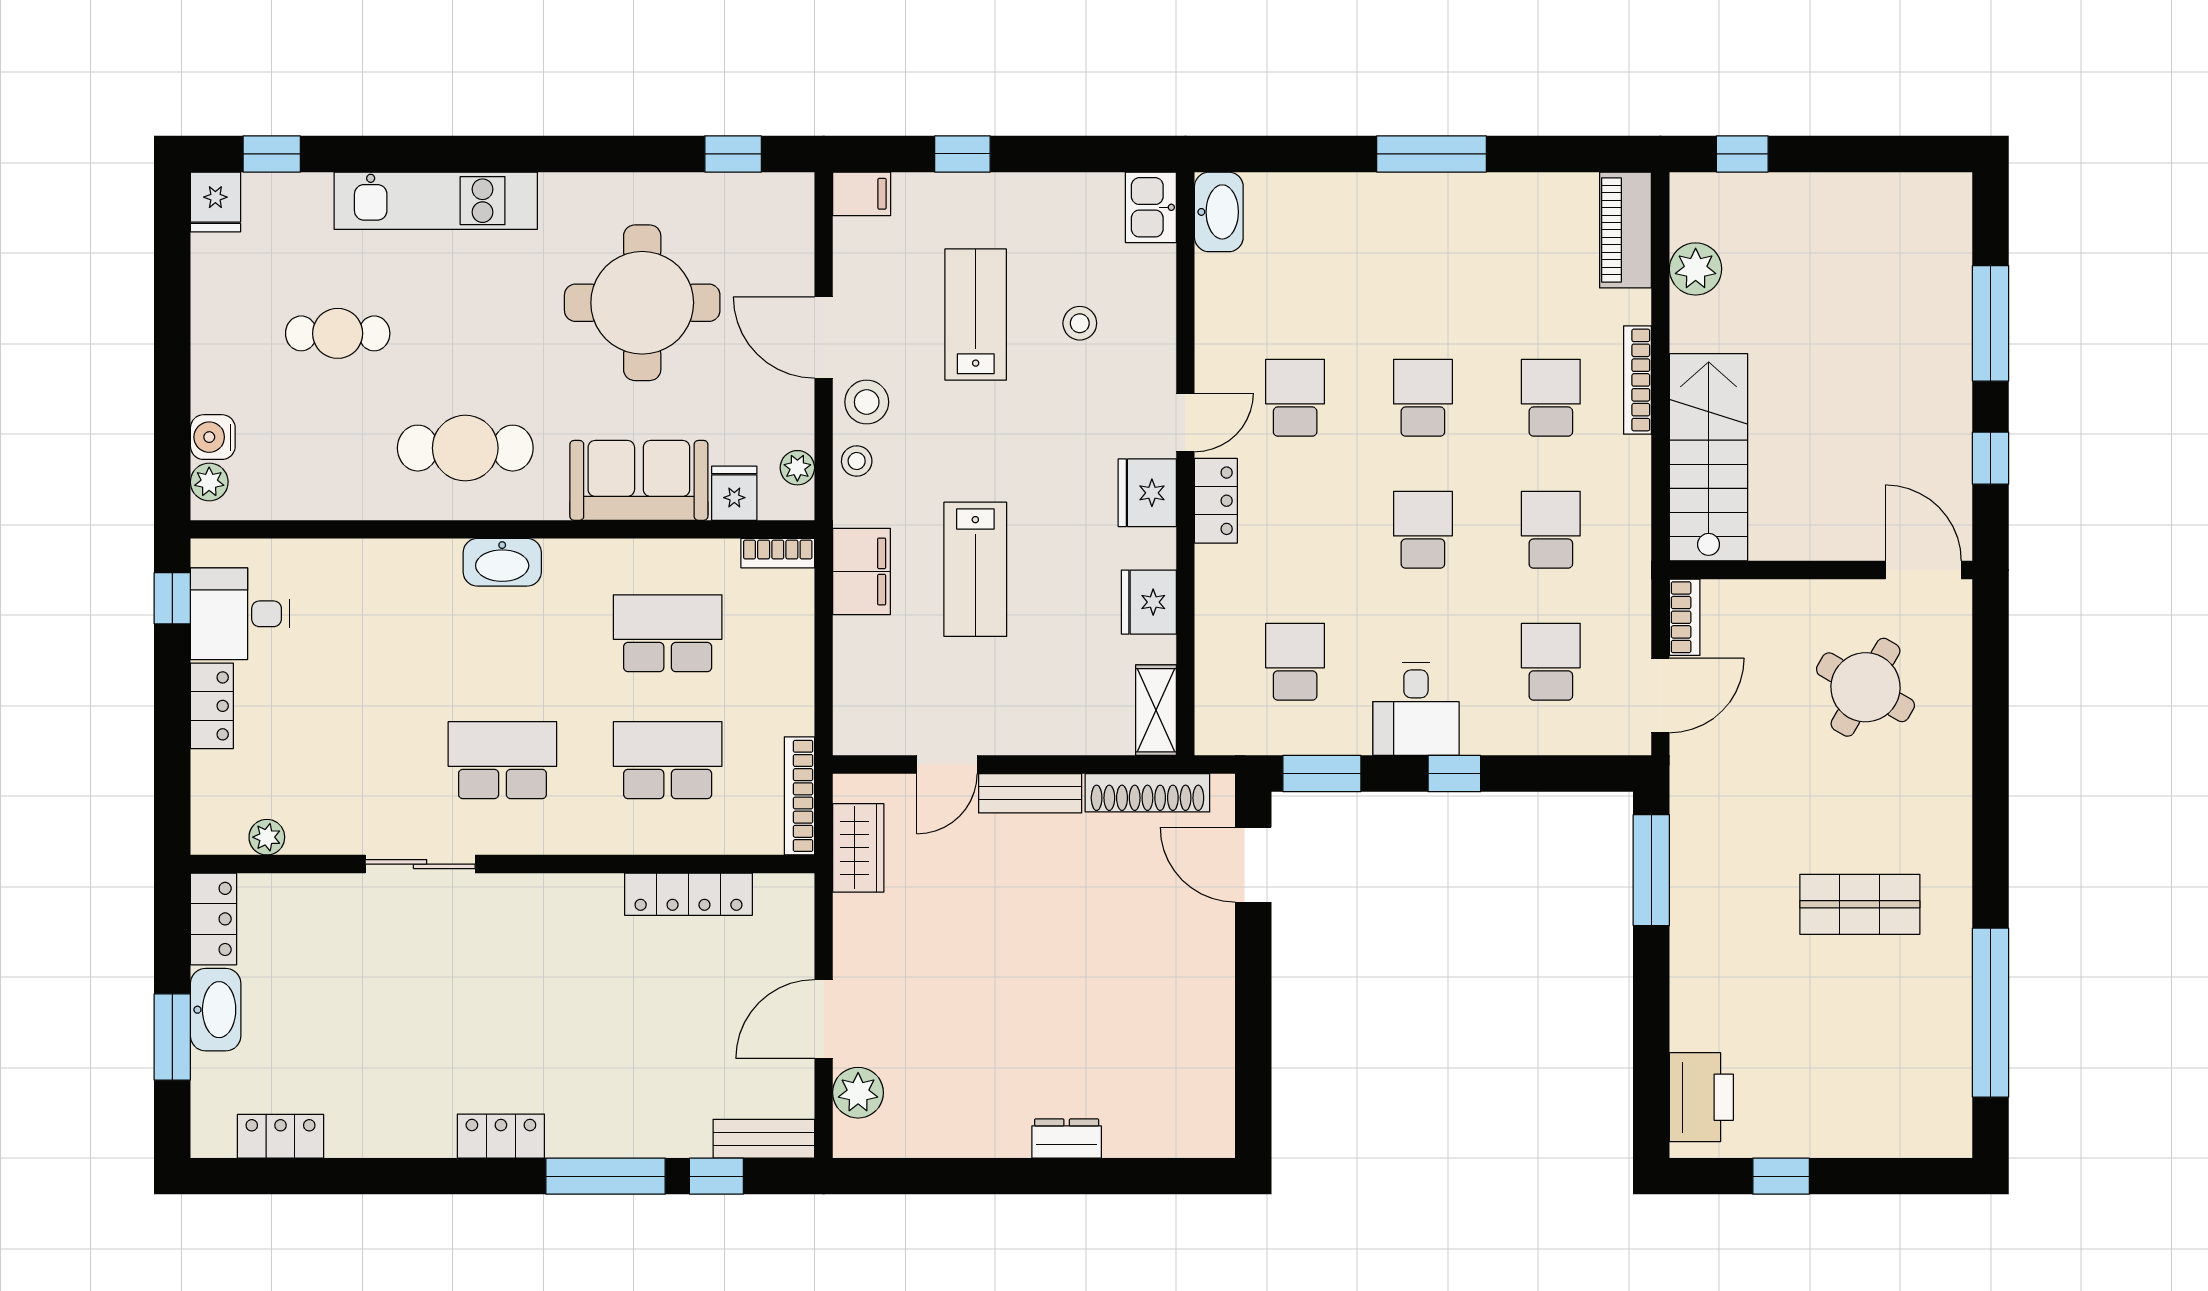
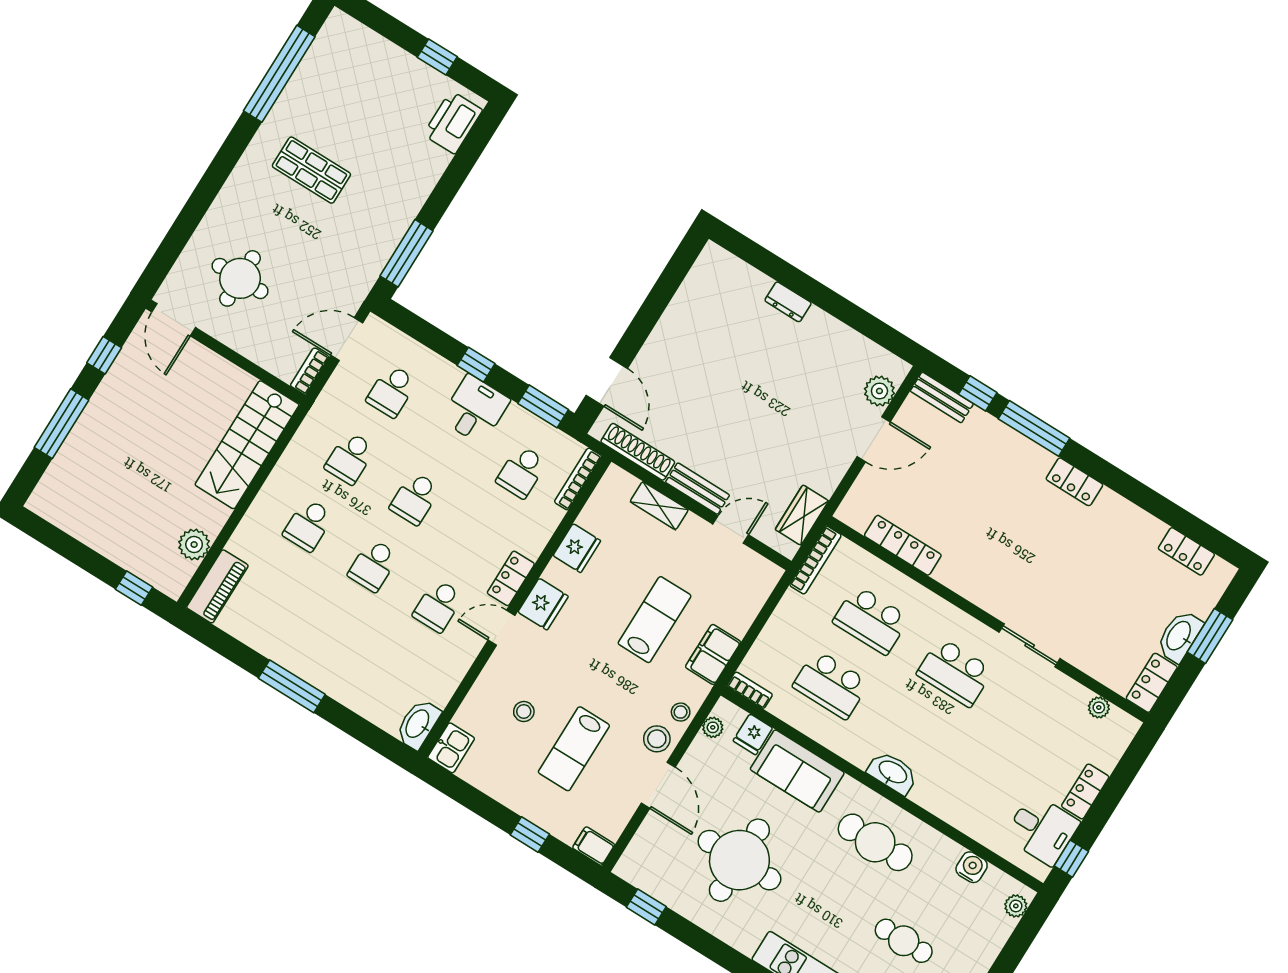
bookcase: (1637, 380) -> (578, 479), moved, turned 180
water cooler: (213, 437) -> (972, 867), moved, turned -90
round table: (1865, 687) -> (240, 278), turned -30
shelving: (1156, 710) -> (659, 506), moved, turned 90

